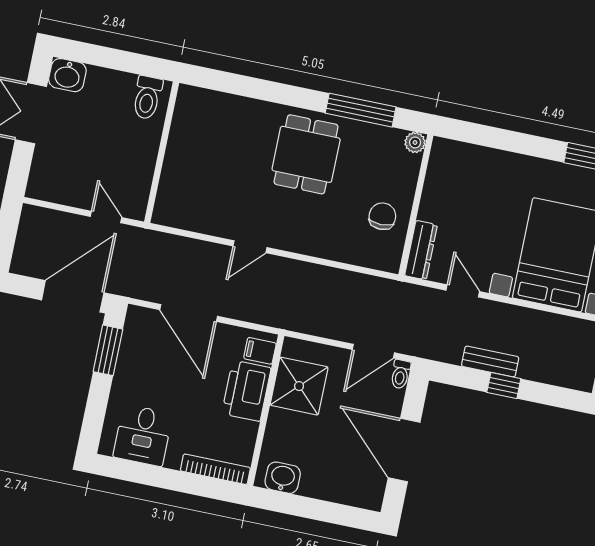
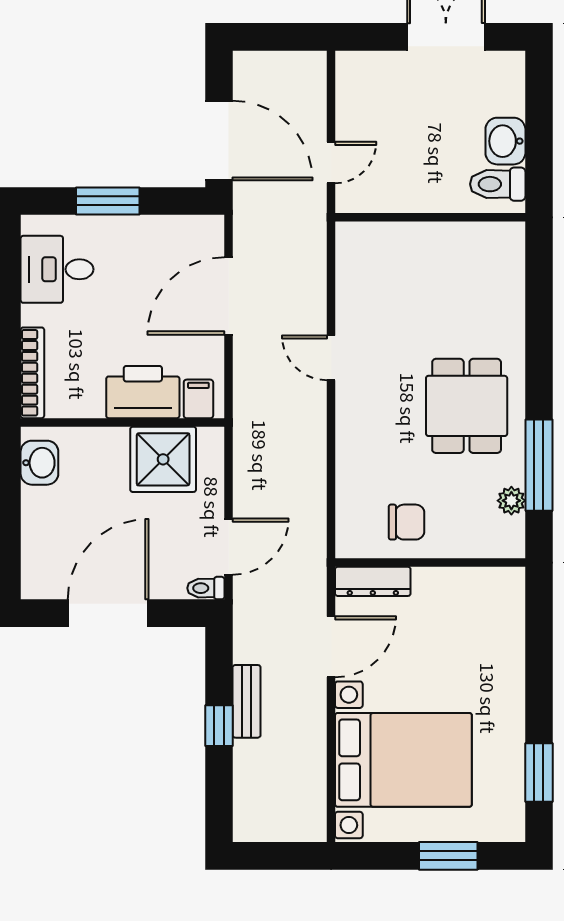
washbasin: (67, 75) -> (505, 141), moved
plant: (415, 142) -> (511, 501), moved
dining table: (306, 154) -> (467, 406), turned 90
door: (463, 291) -> (331, 647), width x1.38
window: (108, 350) -> (108, 201), moved
door: (373, 351) -> (229, 547), swing flipped

